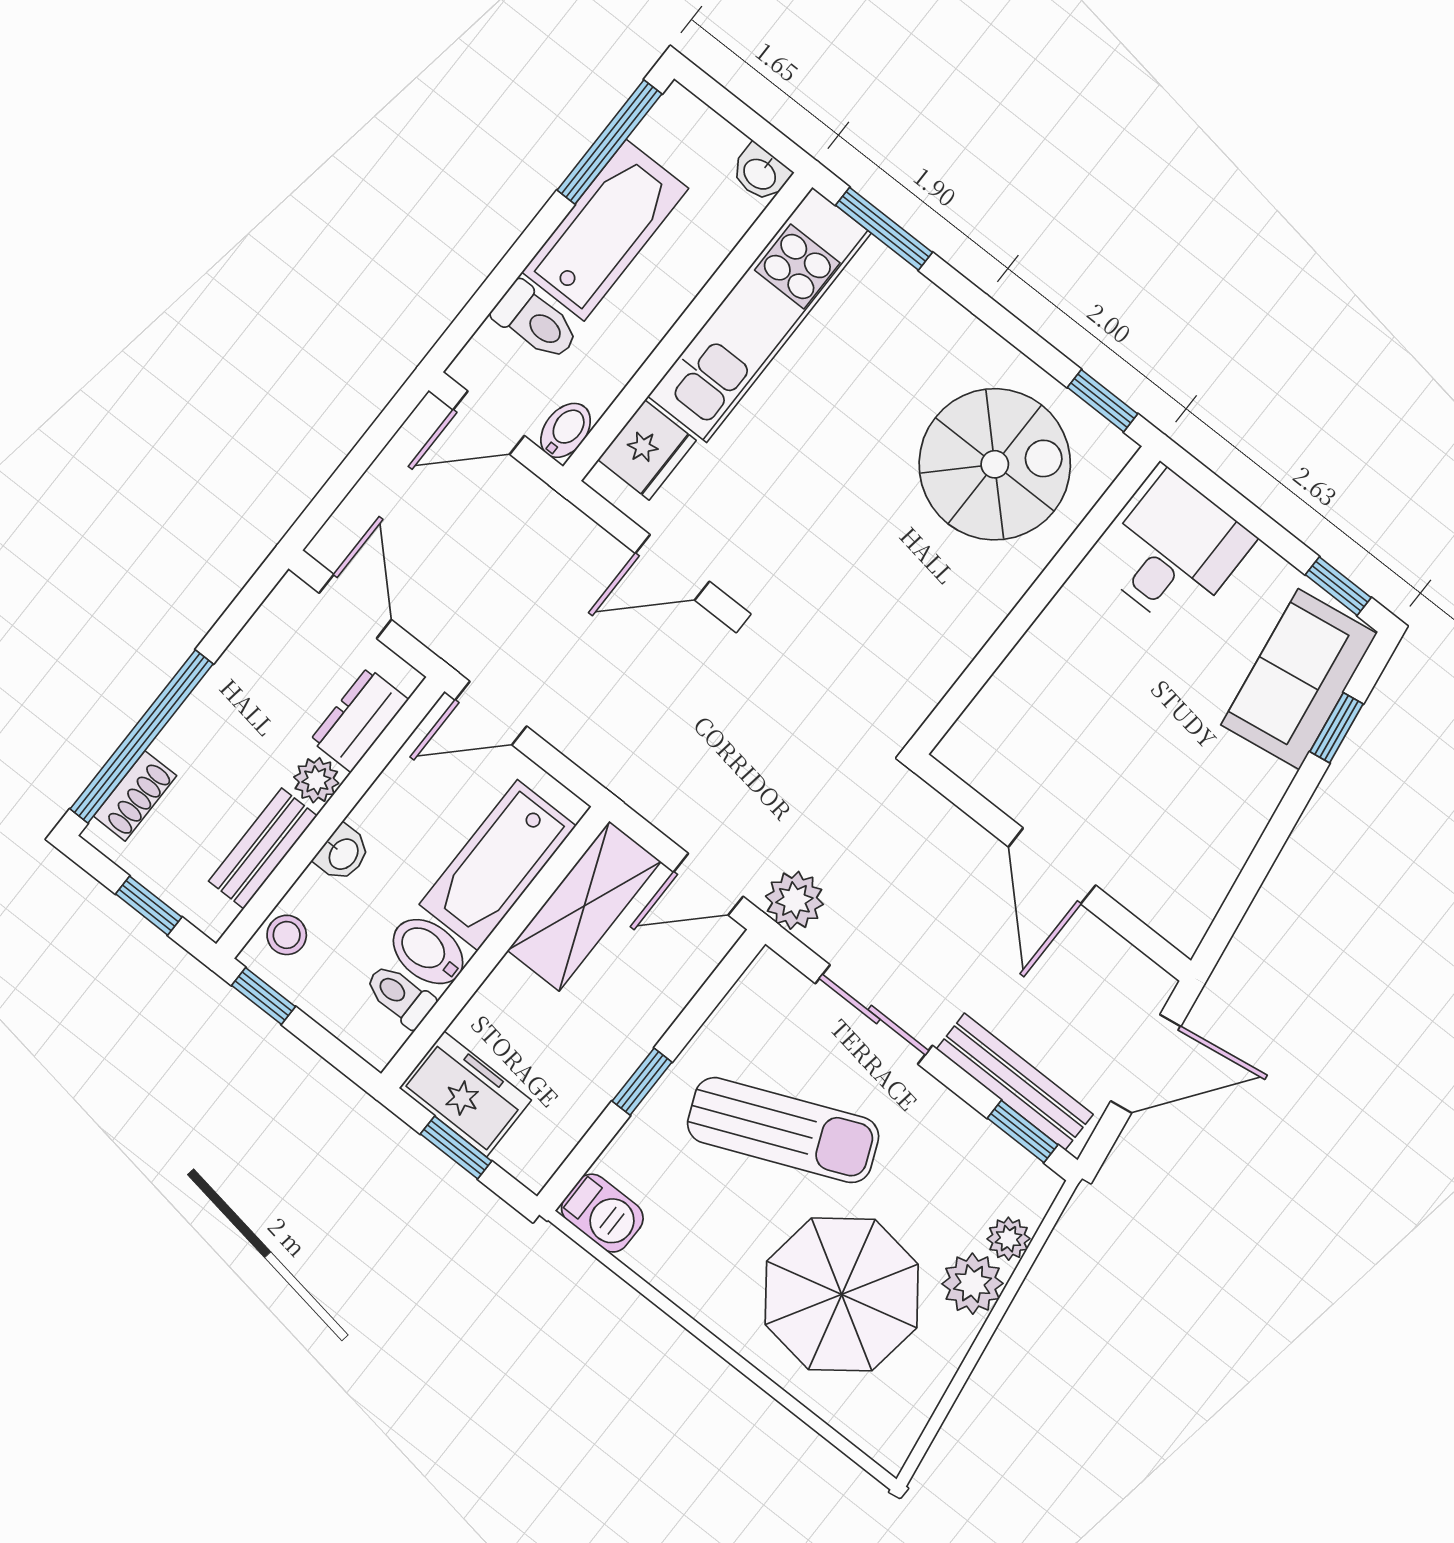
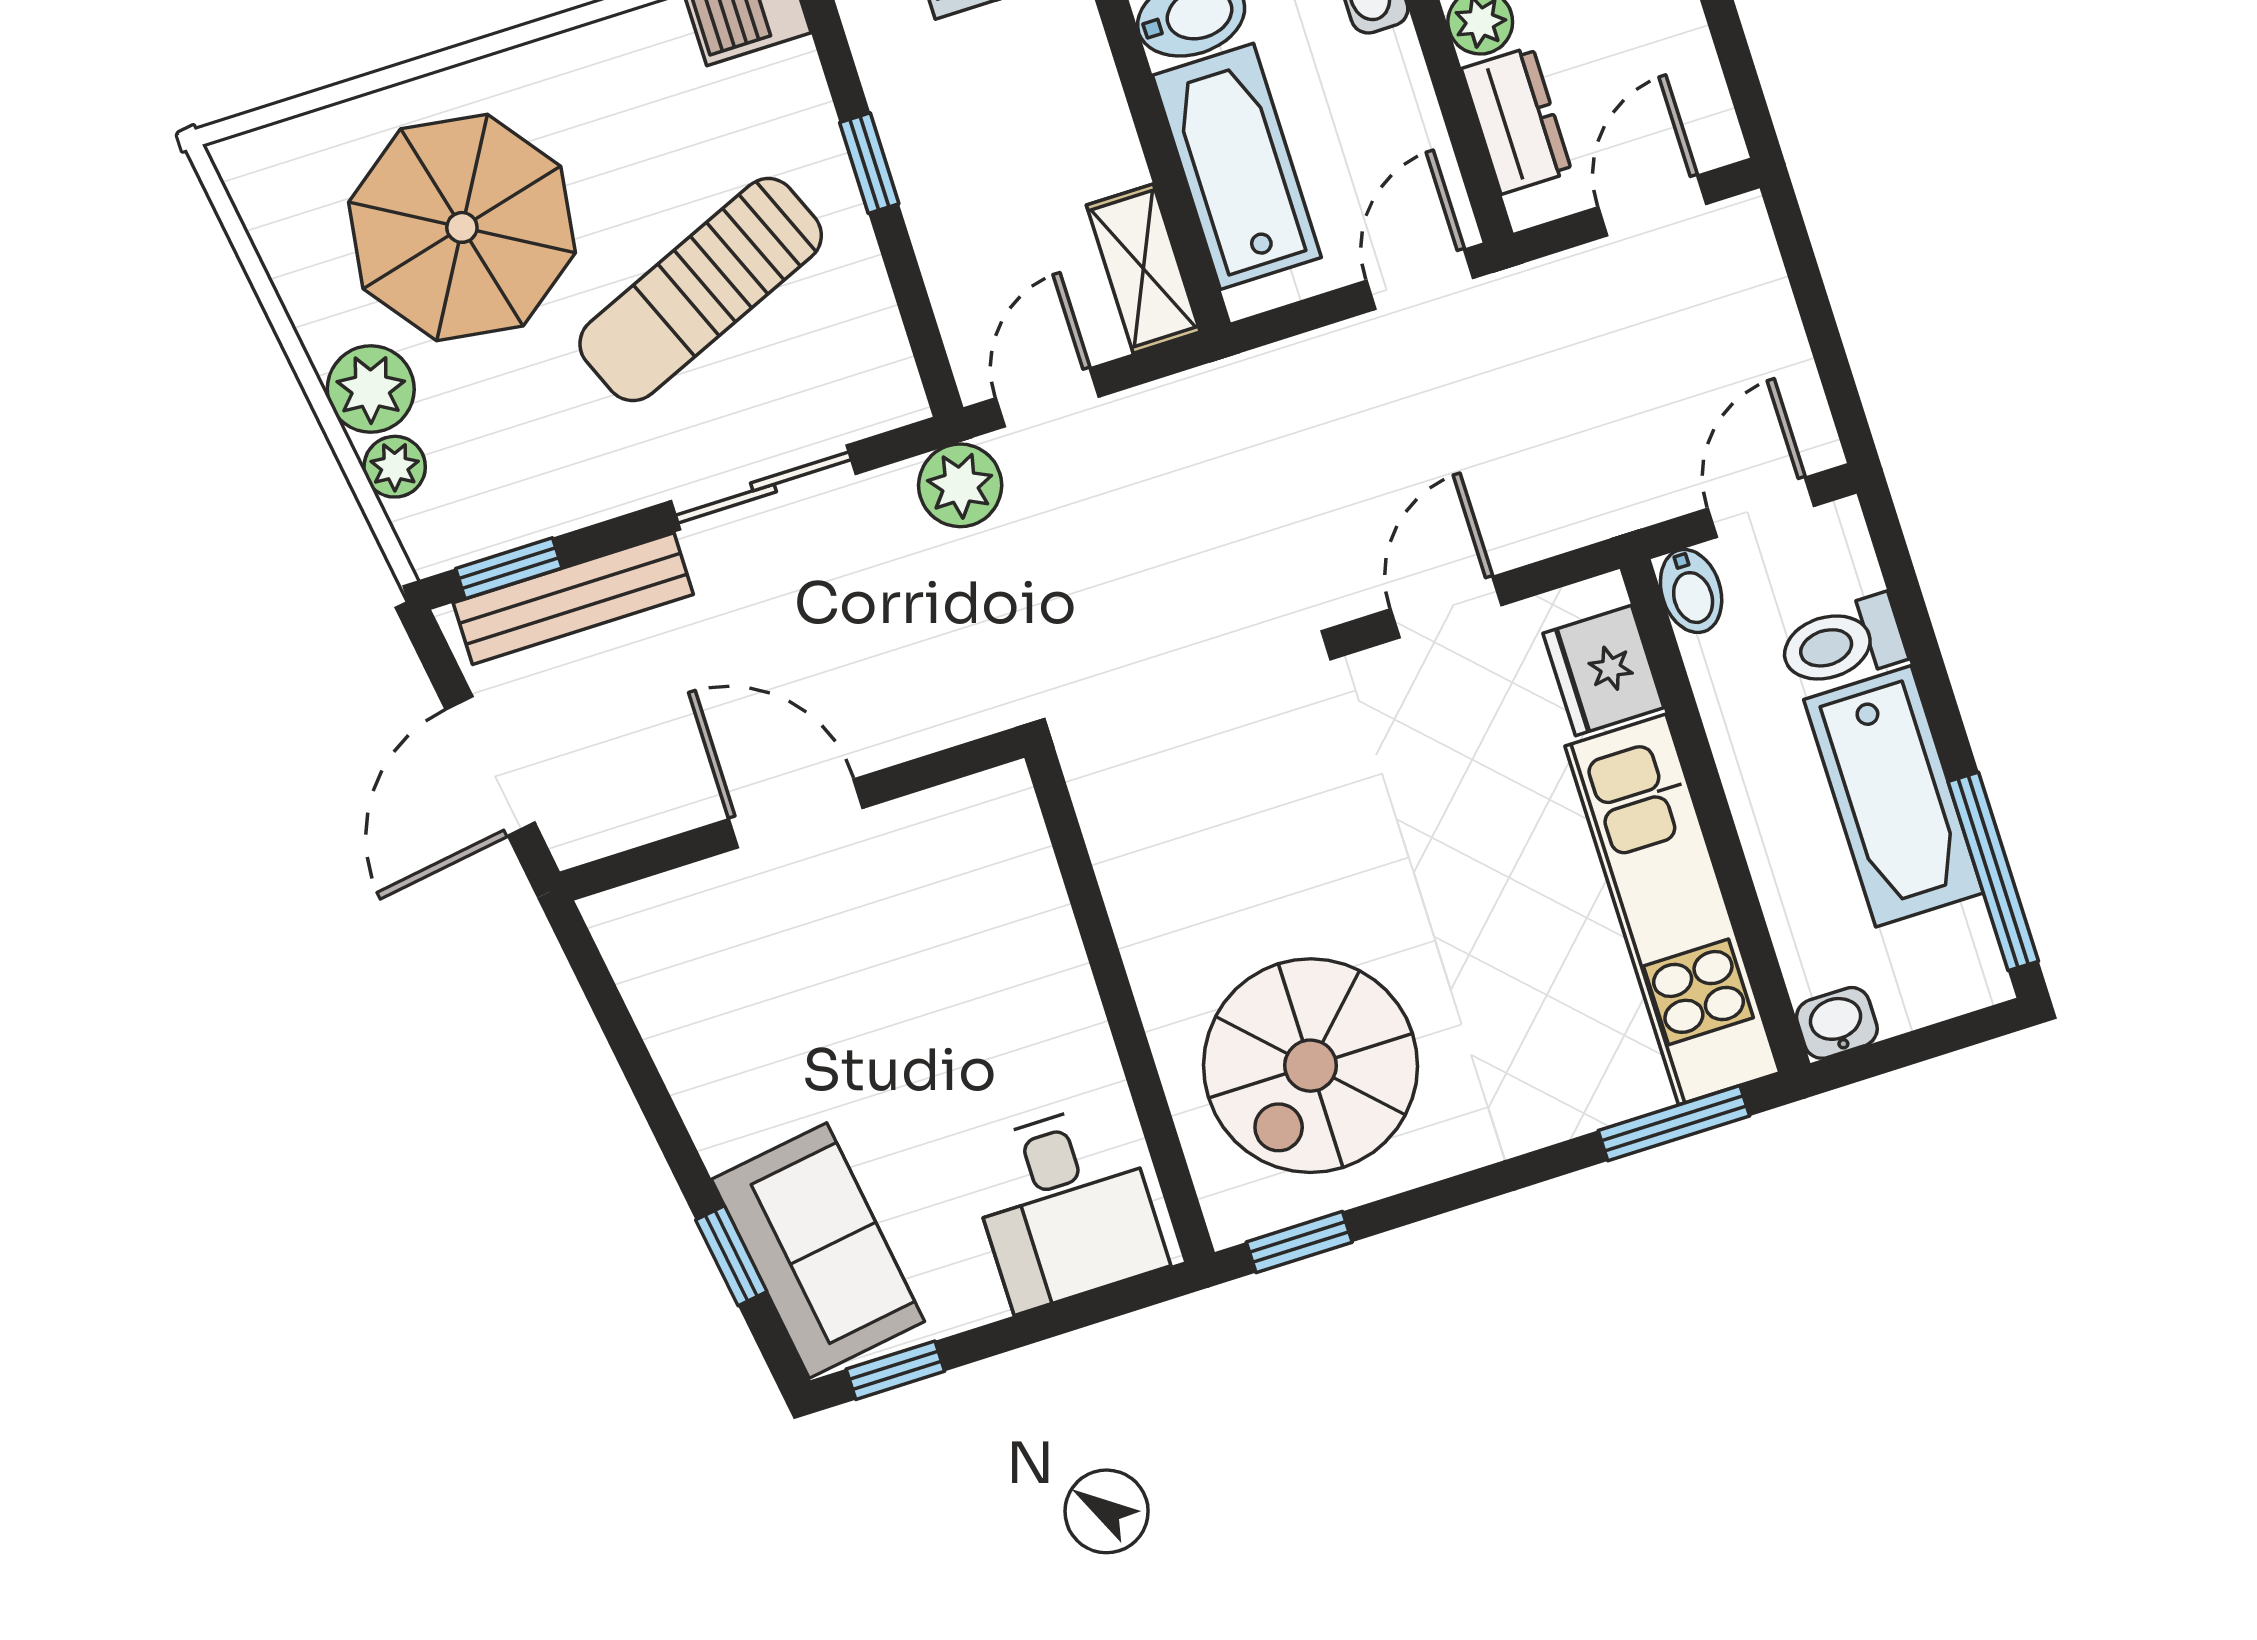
door: (355, 606) -> (1652, 206), swing flipped
shelving: (584, 906) -> (1143, 269), width x0.67, depth x0.75

